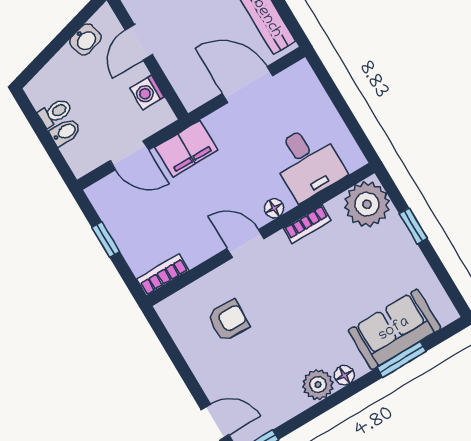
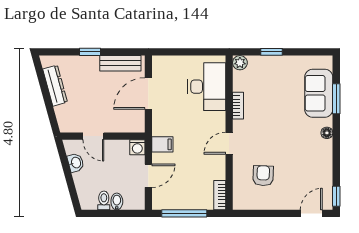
washing machine: (147, 92) -> (137, 147), moved
filing cabinet: (186, 148) -> (162, 144), width x0.50
desk: (308, 163) -> (207, 87), width x1.37
plant: (367, 204) -> (240, 63), width x0.53, depth x0.53
floor lamp: (274, 208) -> (220, 118), removed
window: (106, 239) -> (184, 213), width x2.17
plant: (318, 385) -> (324, 149), removed

